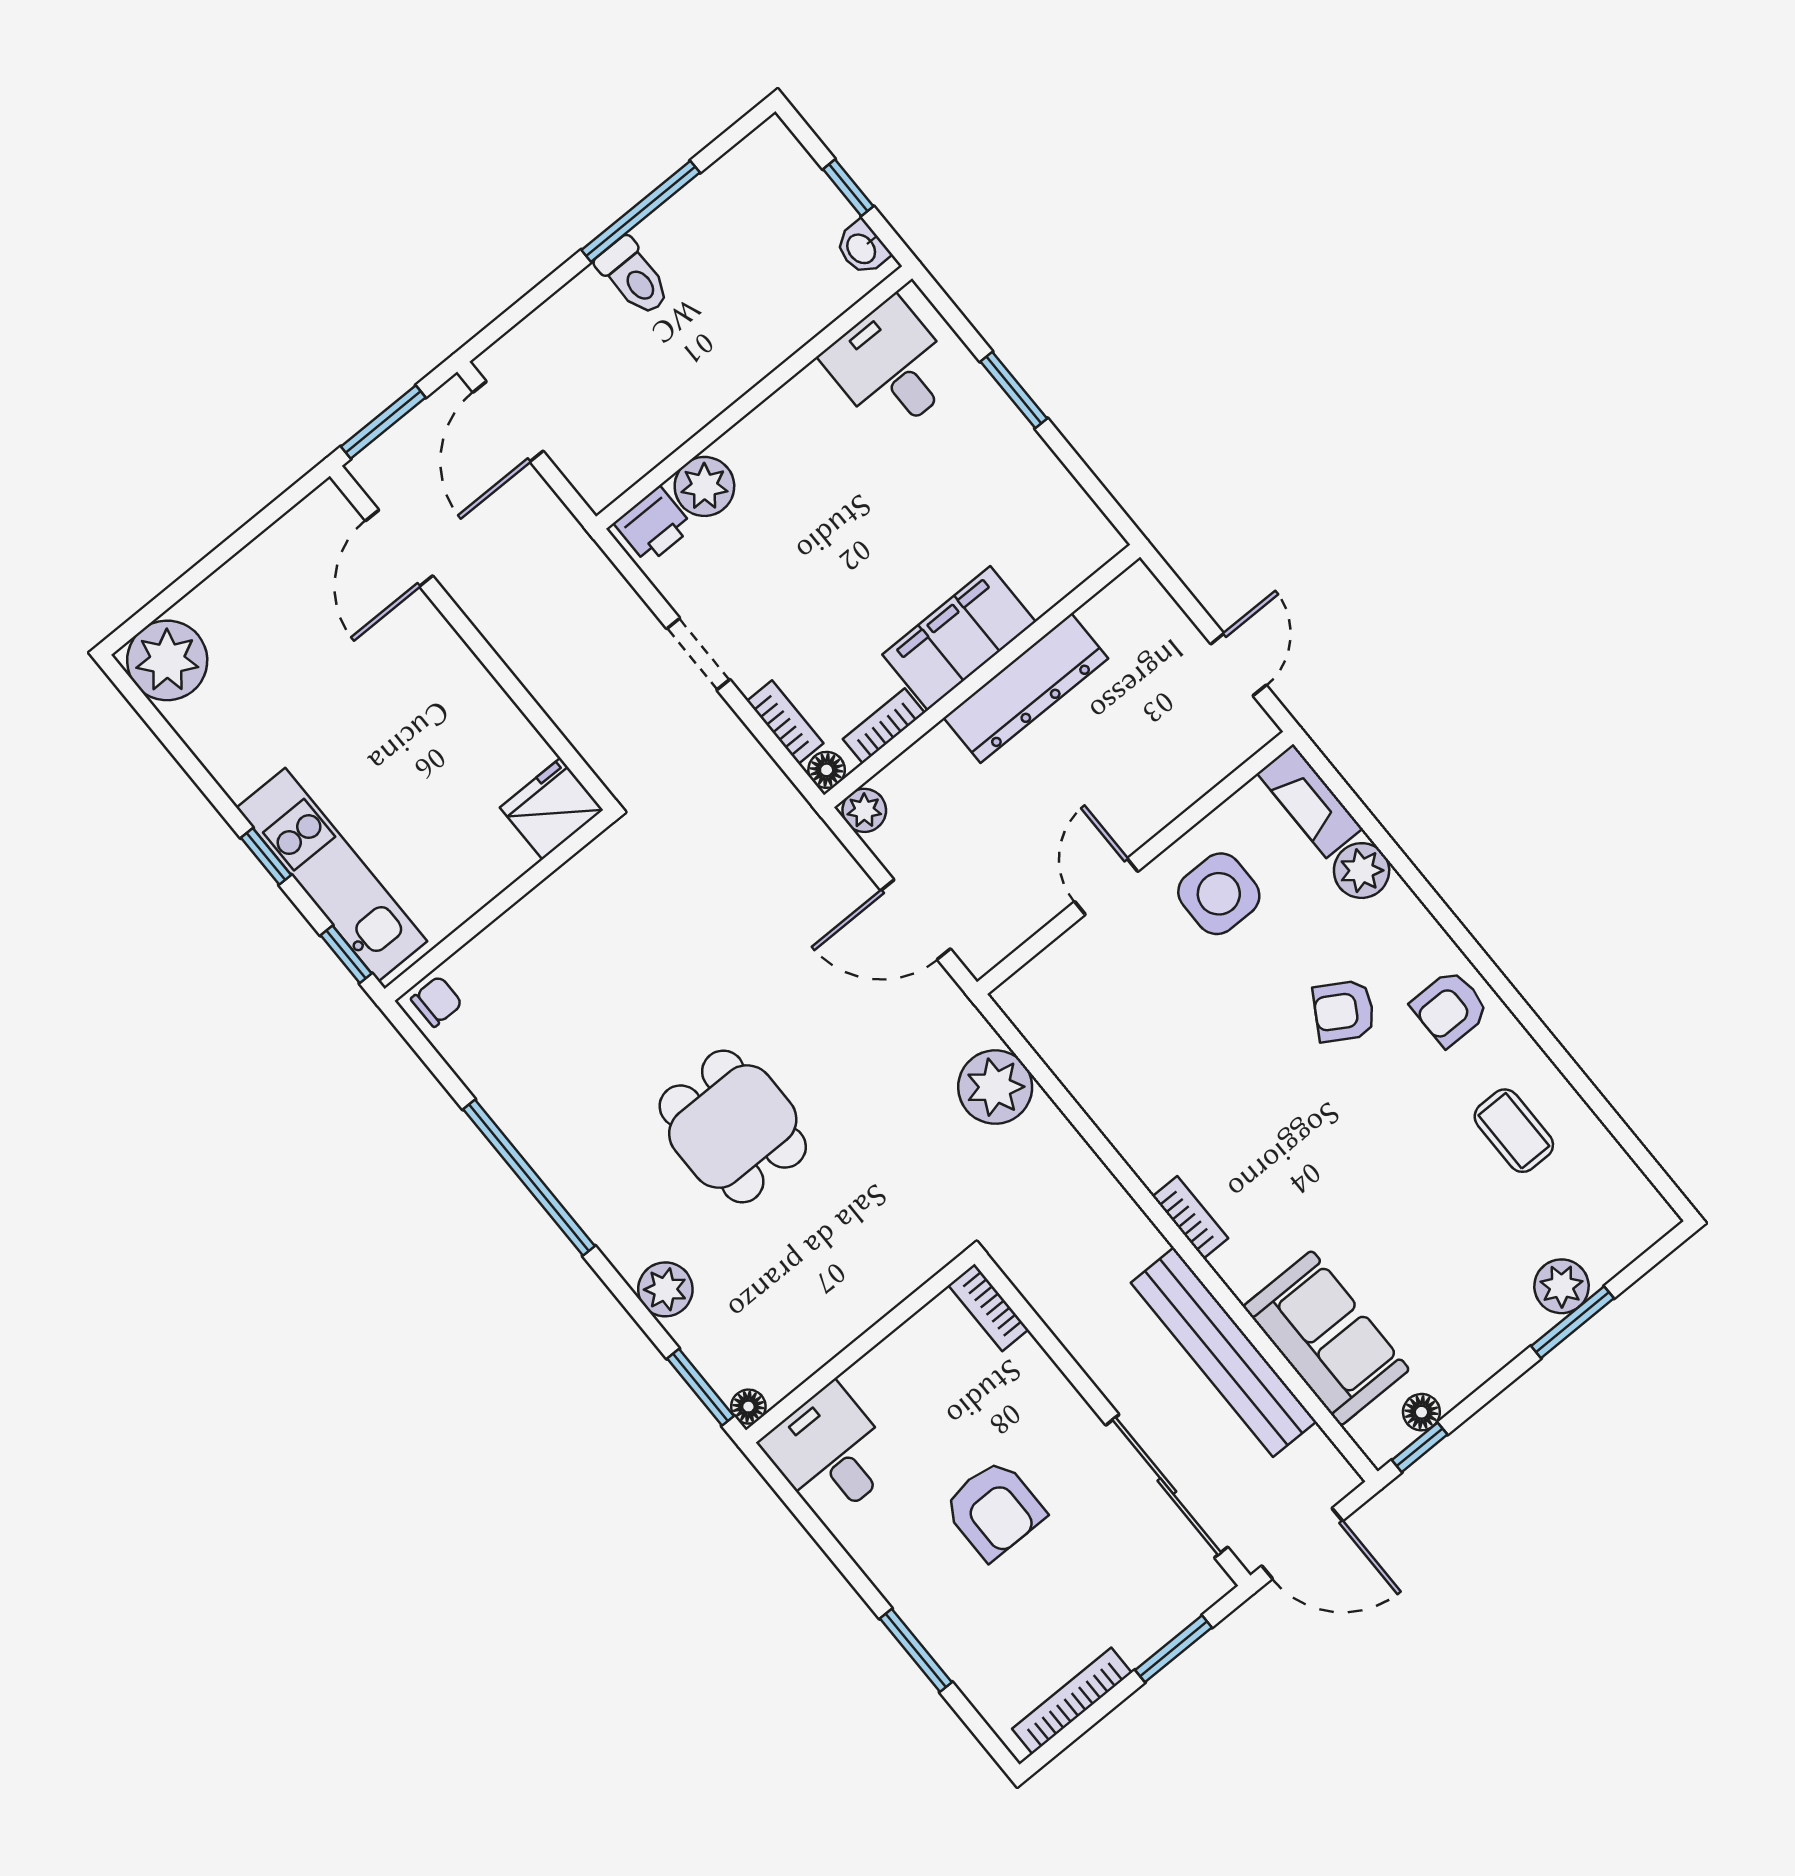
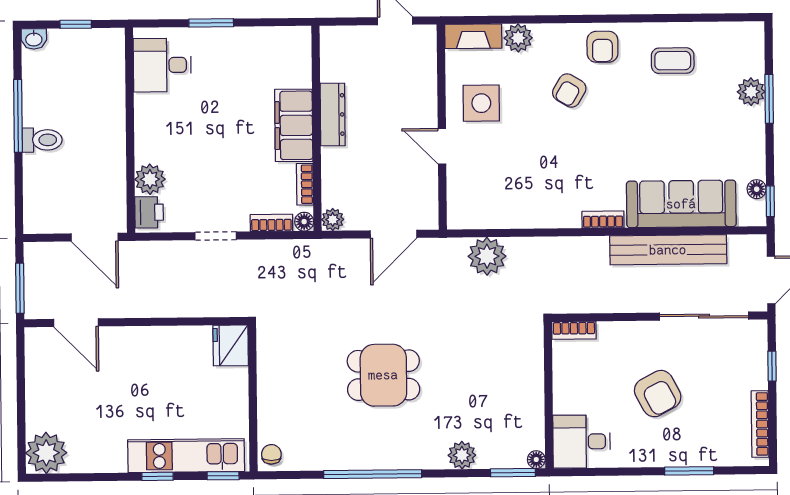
washbasin: (862, 248) -> (34, 39), moved
door: (508, 422) -> (95, 237), moved
dresser: (1026, 688) -> (333, 115), width x0.73, depth x0.80
dining table: (733, 1127) -> (383, 375), moved
sofa: (1326, 1338) -> (681, 204), width x1.36
armchair: (994, 1510) -> (658, 394), turned 62
window: (1174, 1649) -> (772, 366), width x0.67

